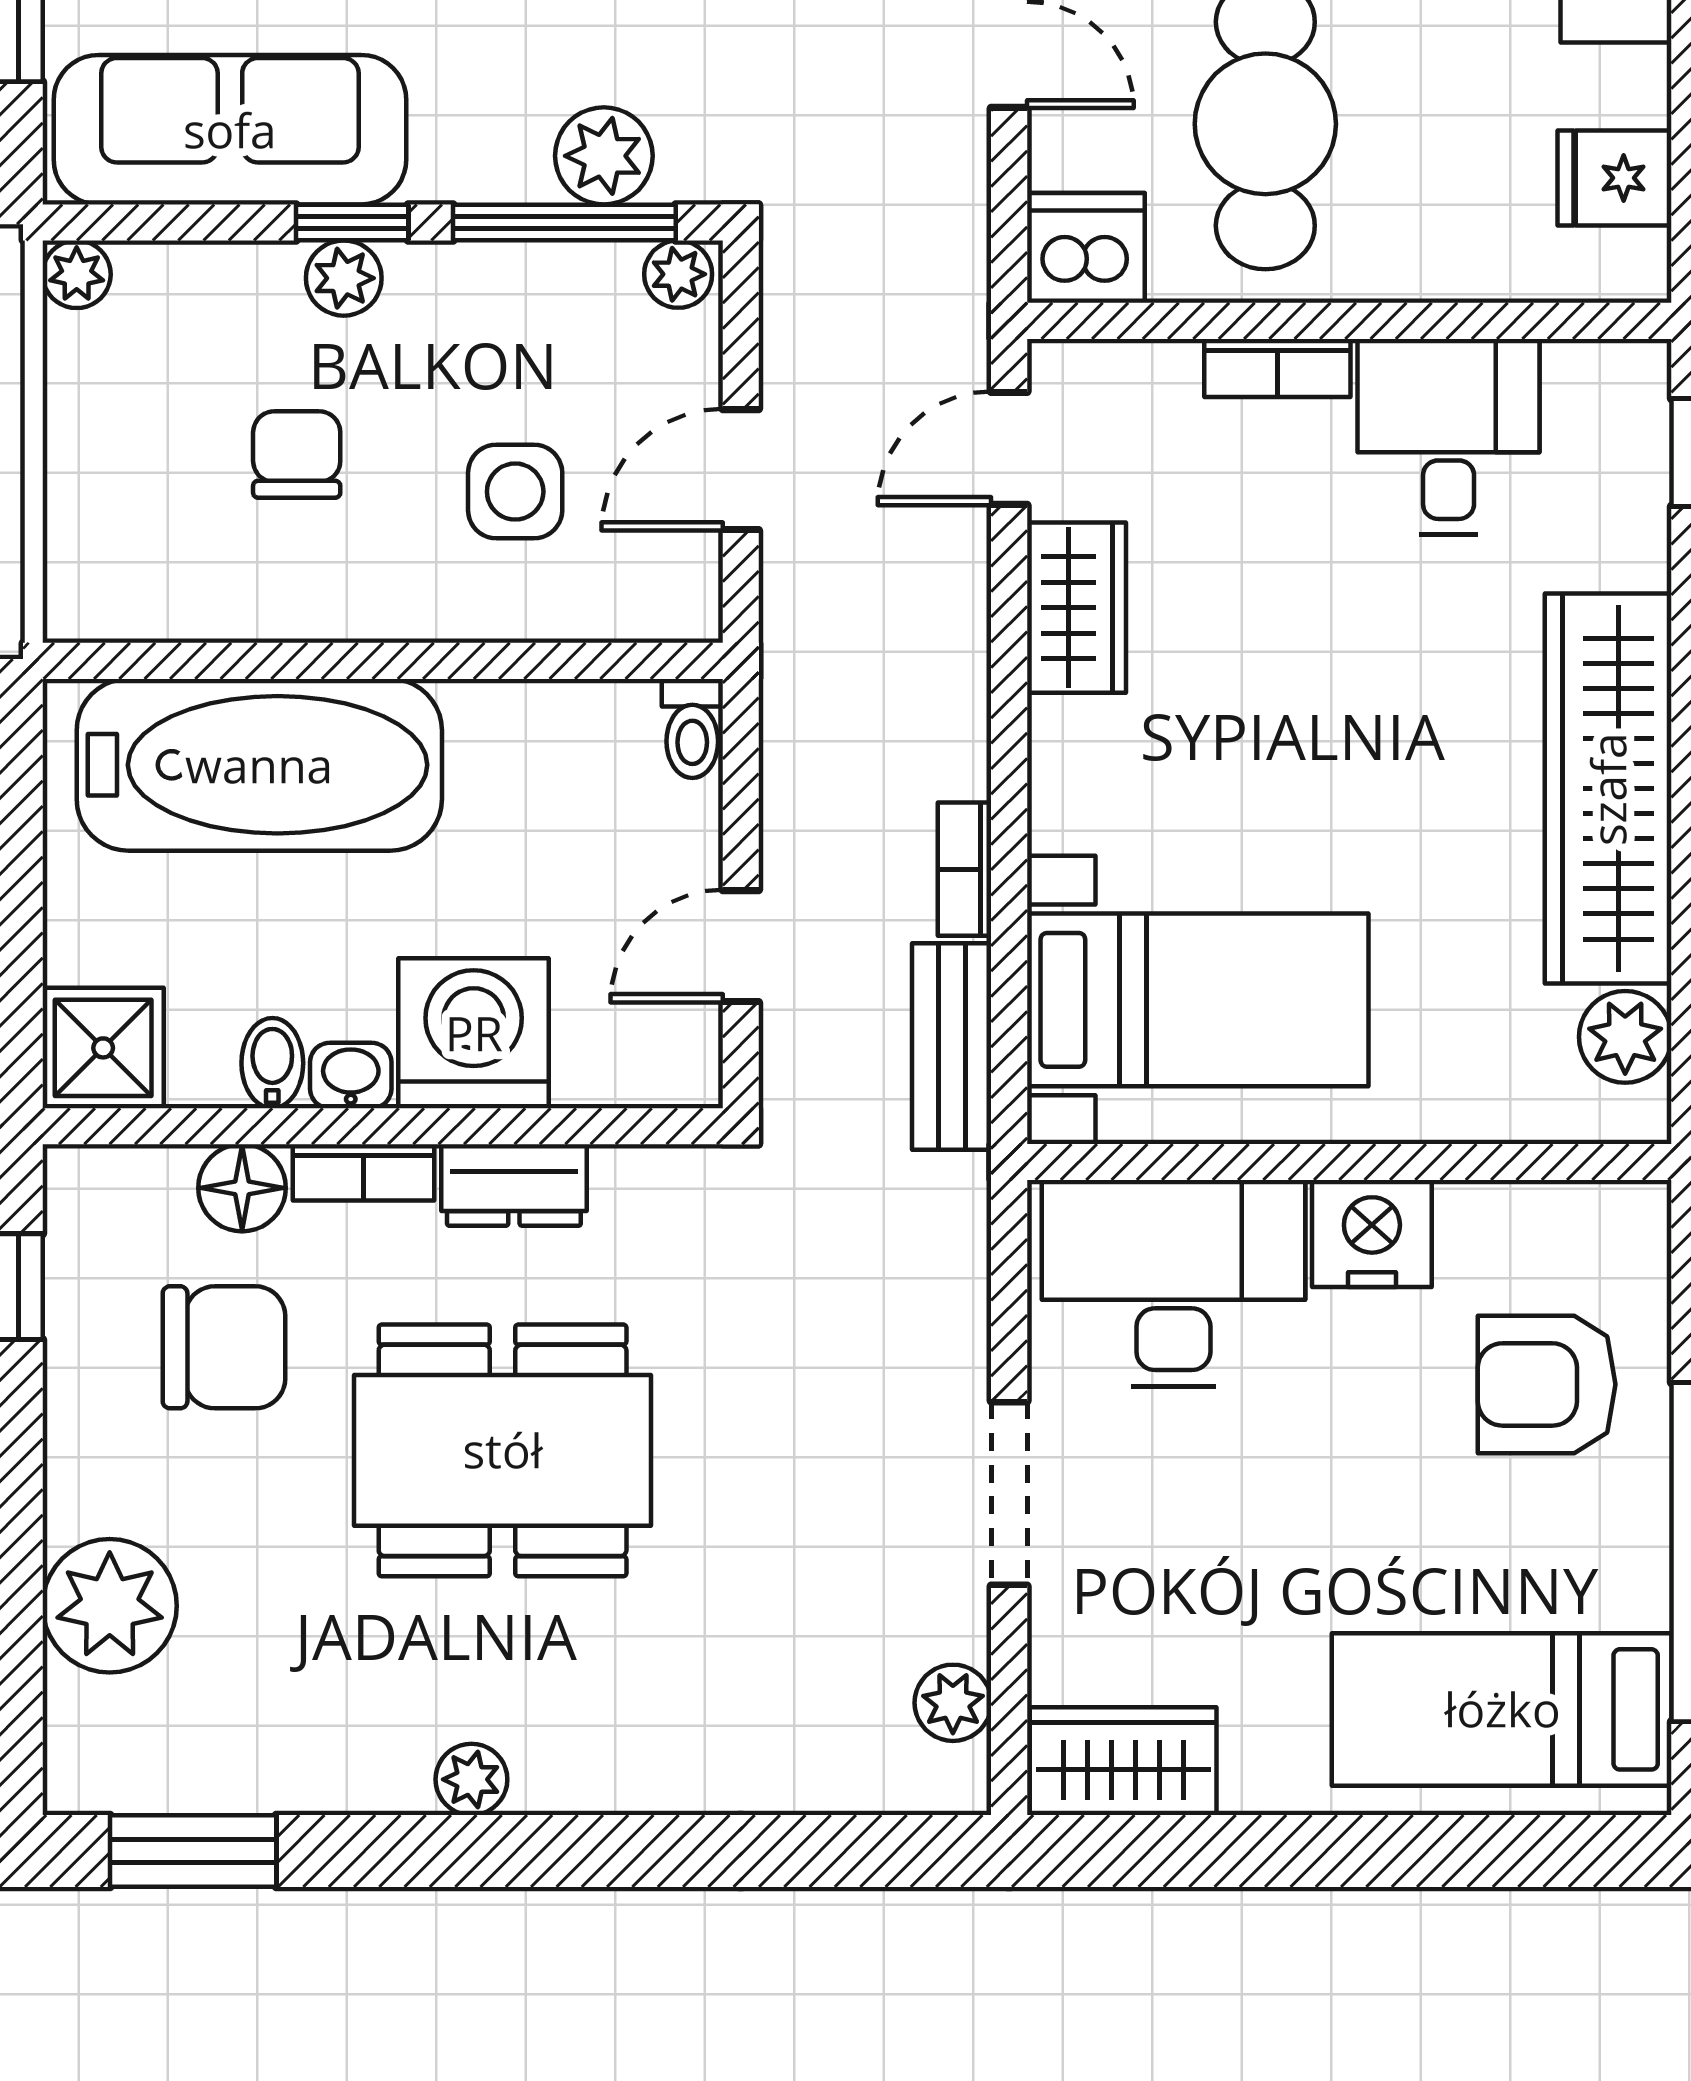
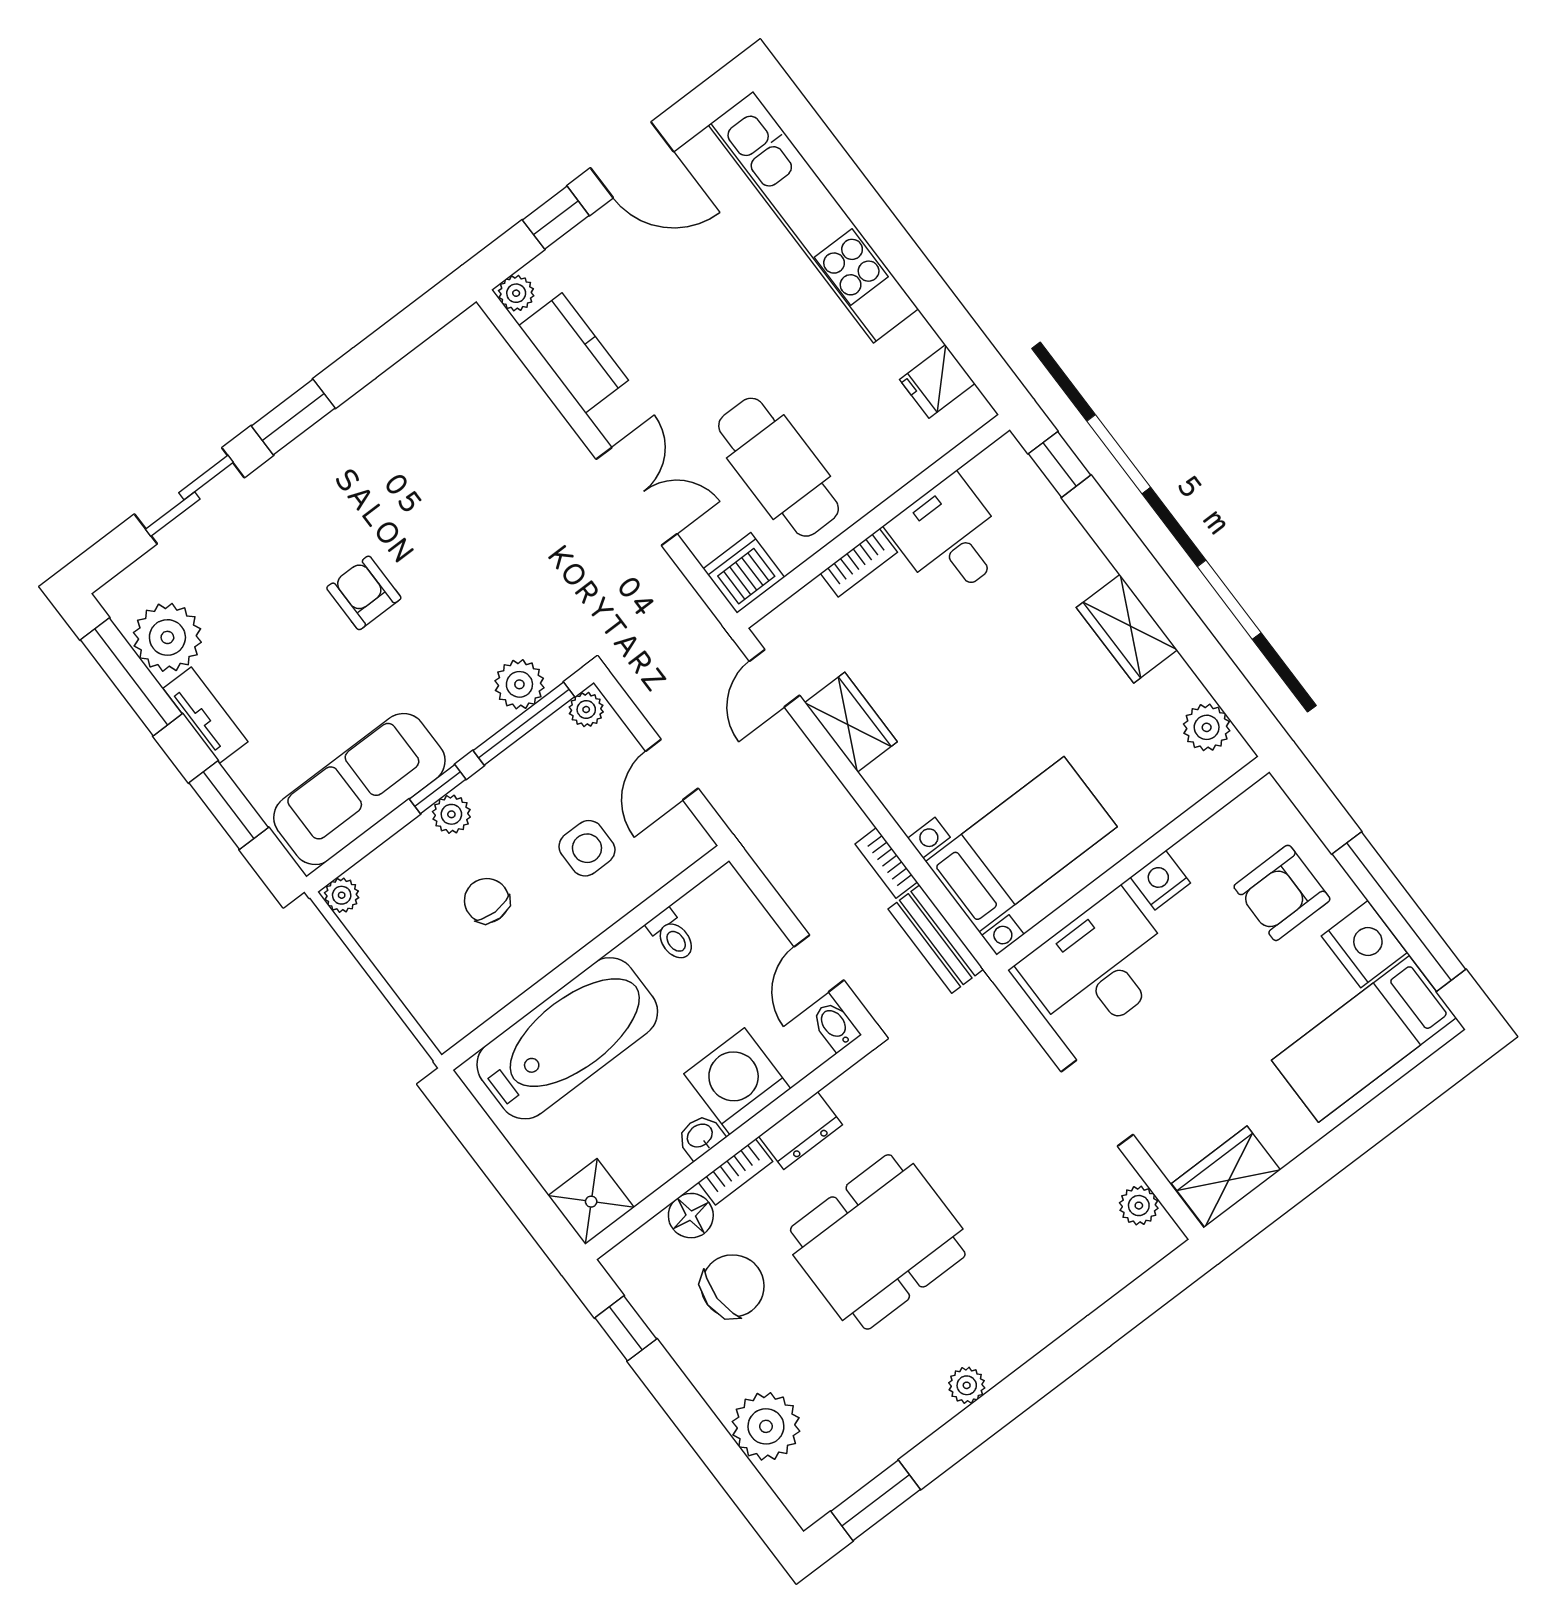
toilet: (692, 728) -> (672, 936), moved
wardrobe: (1608, 789) -> (1127, 629), width x0.48, depth x0.85
bidet: (272, 1063) -> (835, 1026), moved
nightstand: (1372, 1233) -> (1160, 880), width x0.74, depth x0.75
nightstand: (1614, 1562) -> (1364, 944), added

